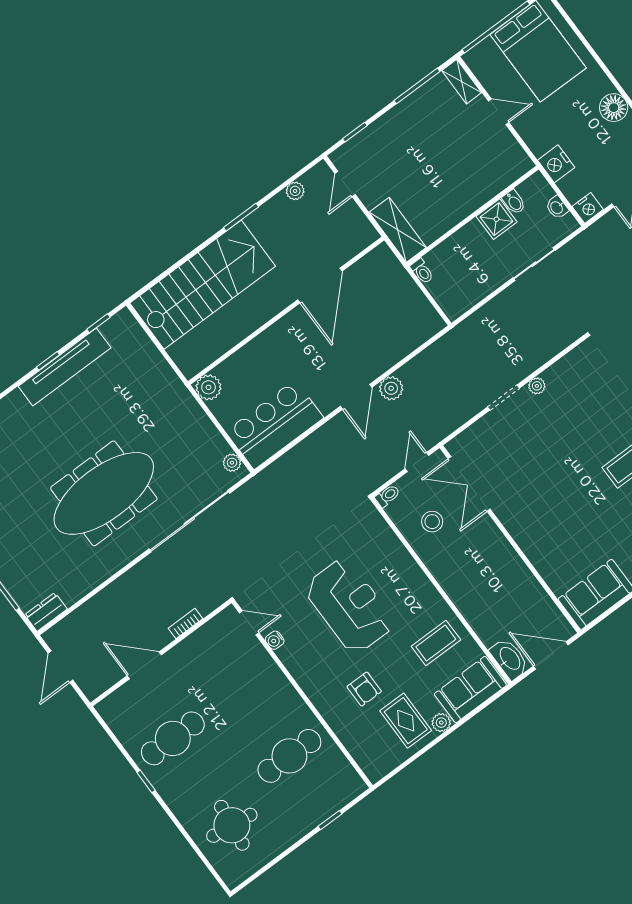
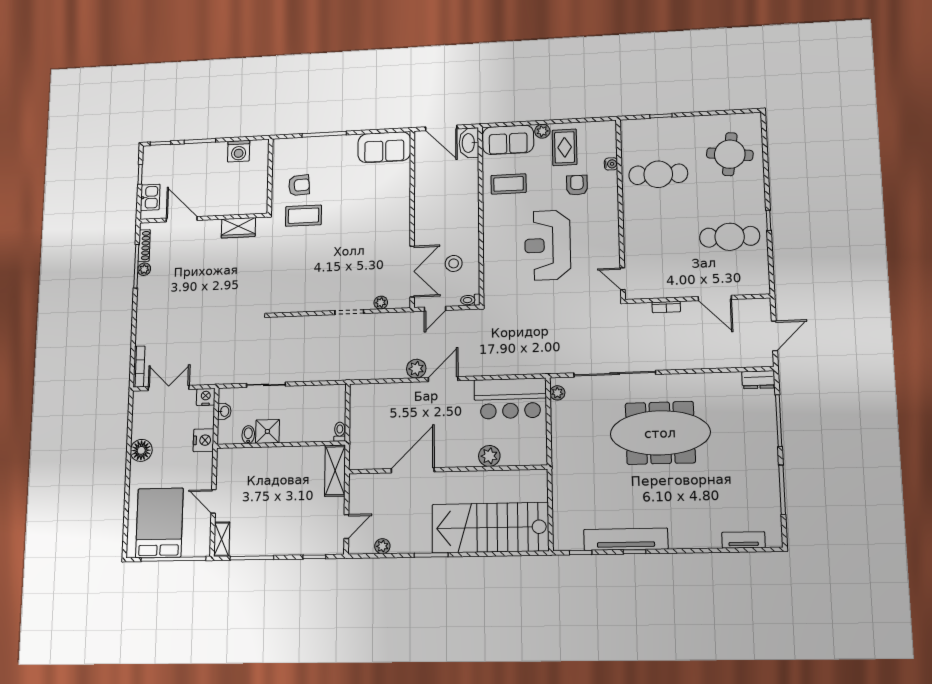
plant: (537, 386) -> (381, 303), moved
plant: (208, 387) -> (489, 456), moved
water cooler: (275, 640) -> (611, 164), moved

